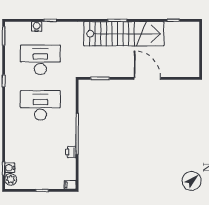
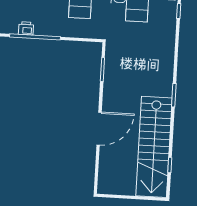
stairs: (124, 34) -> (154, 147), moved
printer: (71, 152) -> (26, 28), moved

